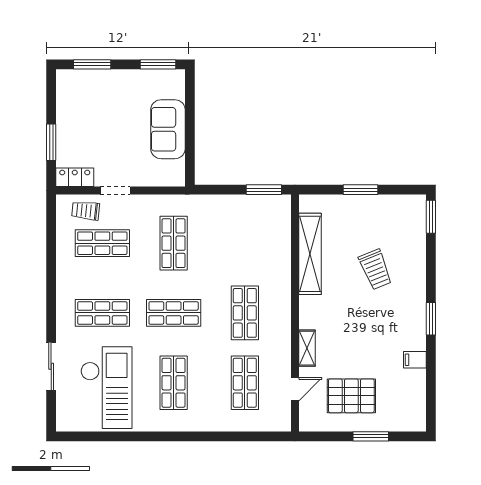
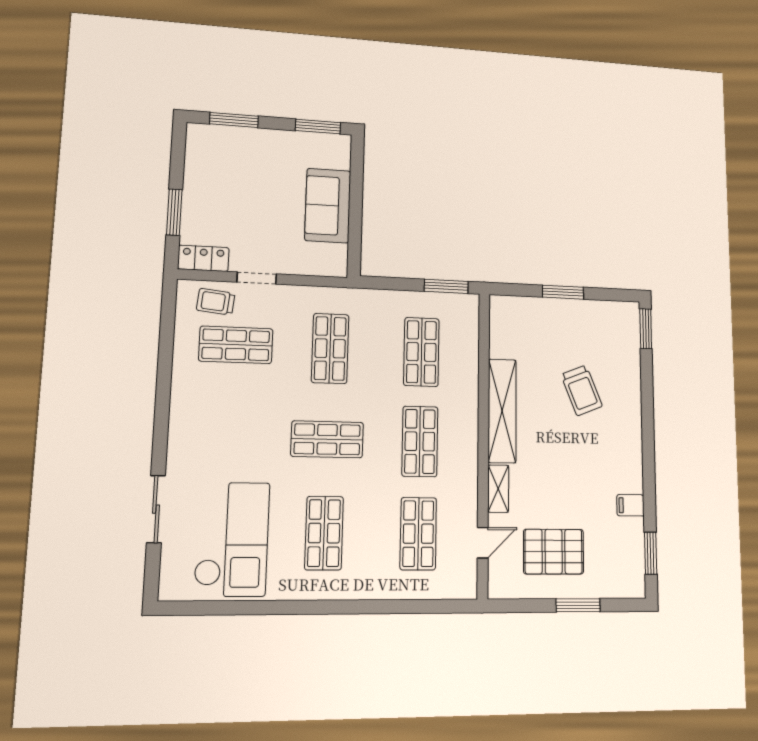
shelving: (310, 254) -> (502, 411), moved
shop shelf: (102, 313) -> (421, 352), moved, turned 90
window: (431, 319) -> (651, 553), moved

